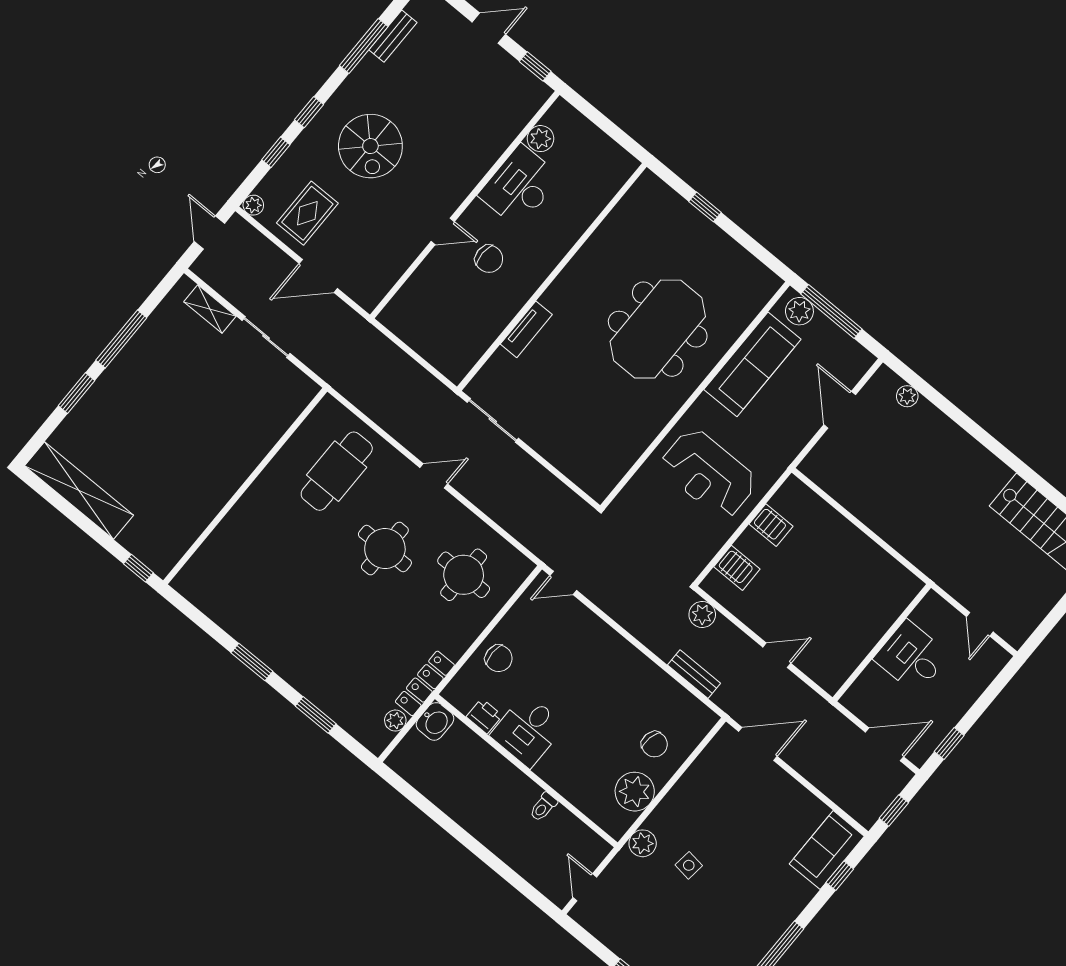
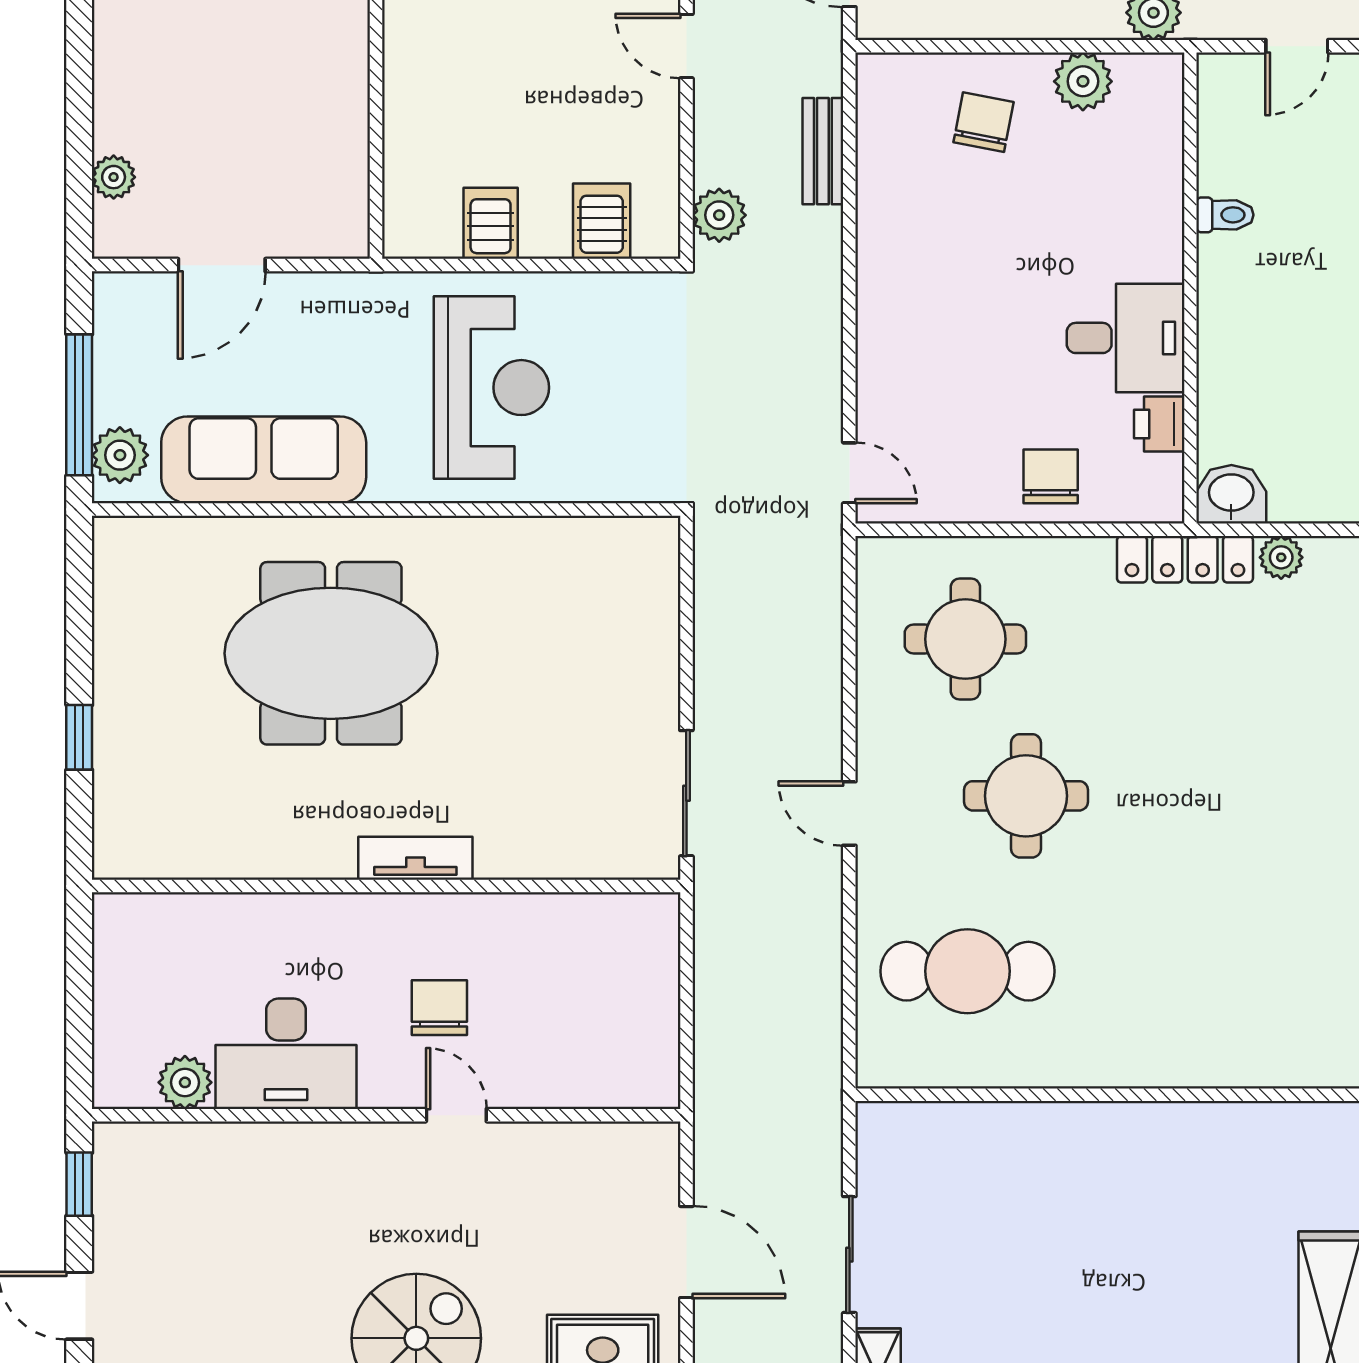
tv unit: (526, 329) -> (415, 858), moved
plant: (635, 792) -> (1083, 81), width x0.73, depth x0.73

